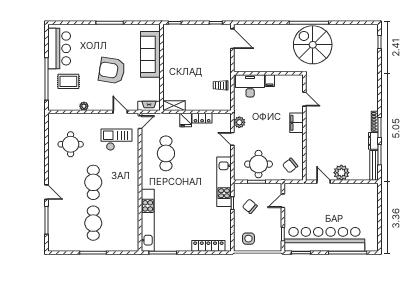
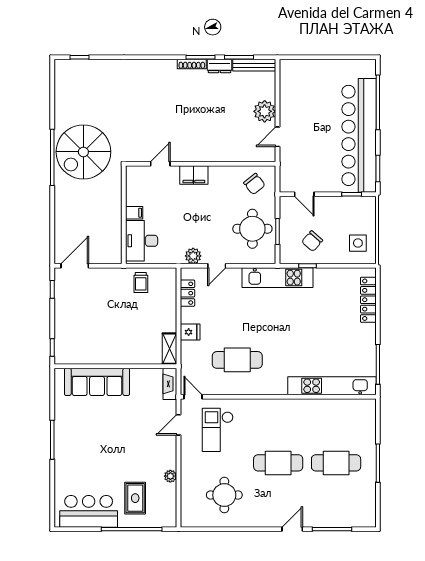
armchair: (112, 71) -> (120, 437), removed
locker: (202, 118) -> (187, 293), moved

